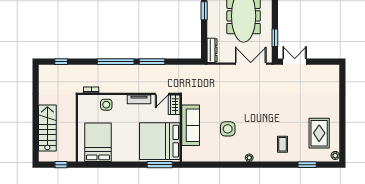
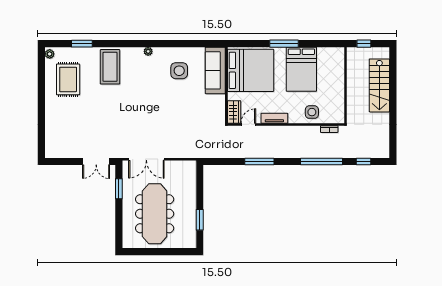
dresser: (212, 50) -> (191, 174), removed
window: (116, 62) -> (322, 161), moved
sofa: (191, 125) -> (215, 70), moved
side table: (228, 129) -> (179, 71), moved
bed: (98, 142) -> (301, 69), moved
coffee table: (282, 144) -> (110, 67), width x1.86, depth x1.72
window: (160, 165) -> (284, 44), moved

